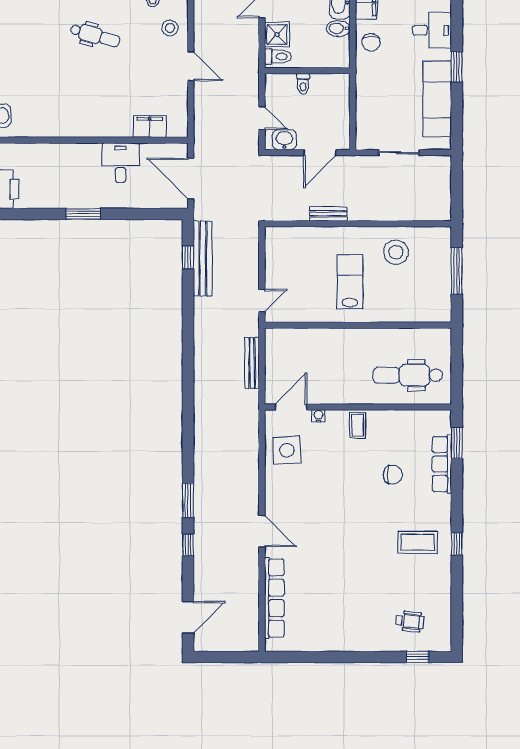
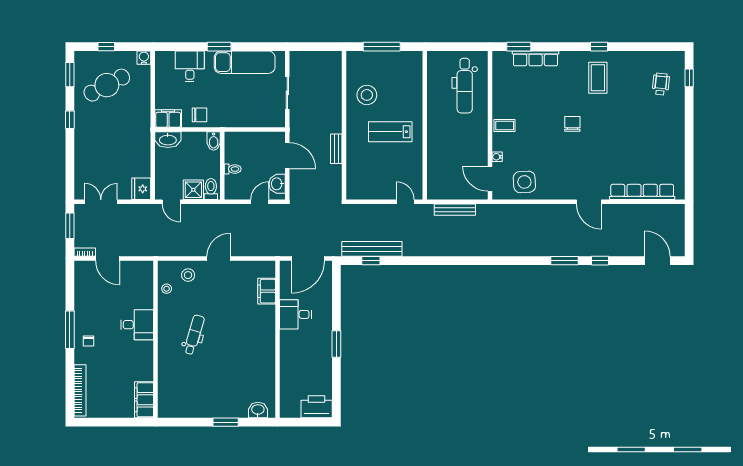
bidet: (338, 28) -> (214, 141), moved
chair: (393, 475) -> (572, 124), moved
door: (262, 531) -> (589, 202), swing flipped

